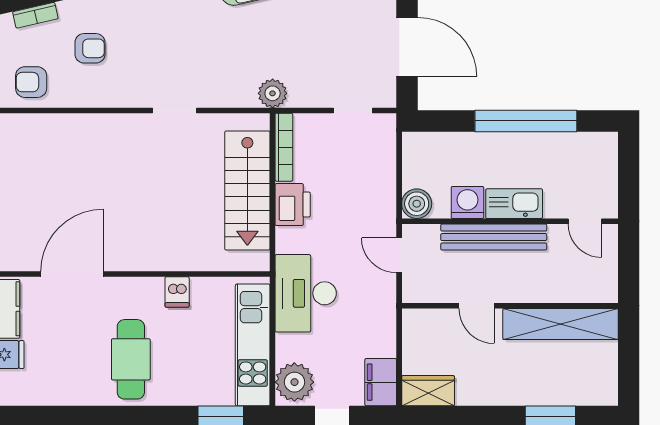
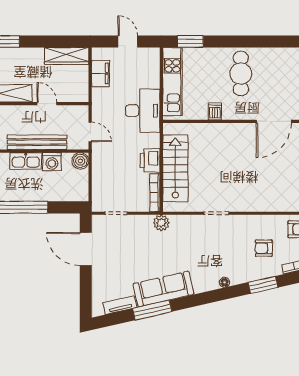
plant: (294, 382) -> (149, 61), removed
filing cabinet: (381, 382) -> (101, 73), moved
wardrobe: (428, 391) -> (67, 56), width x1.50

